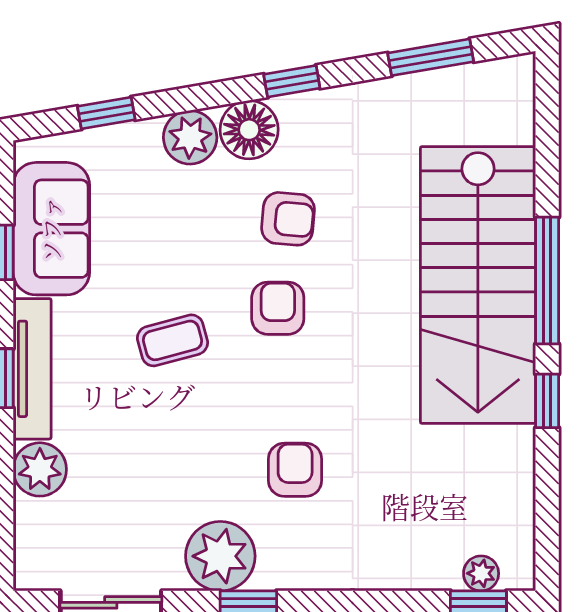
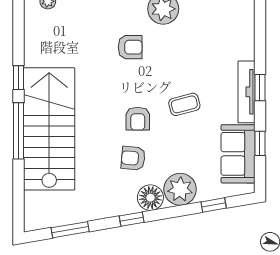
plant: (190, 137) -> (180, 189), width x1.36, depth x1.36
plant: (40, 469) -> (243, 47), removed
armchair: (295, 470) -> (130, 47), turned -90

